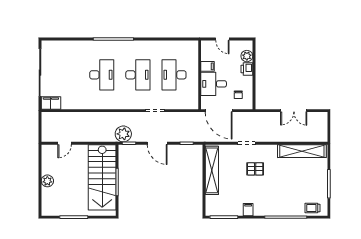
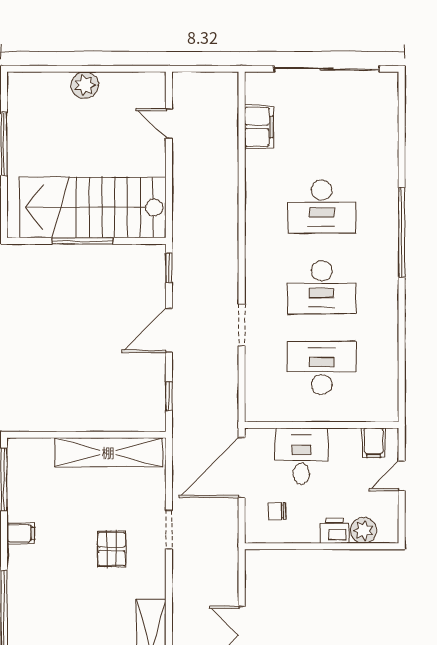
filing cabinet: (208, 66) -> (374, 443), moved
filing cabinet: (51, 103) -> (259, 127), moved
plant: (123, 134) -> (190, 255), removed

